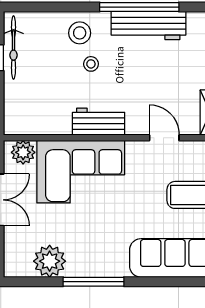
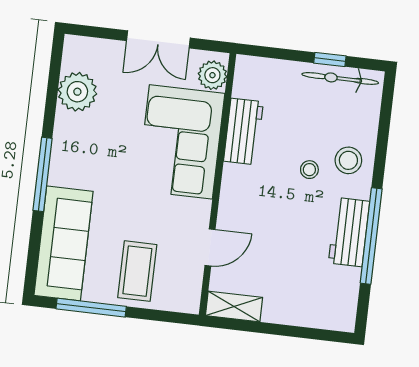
workbench: (148, 26) -> (349, 232), width x0.73
workbench: (99, 122) -> (243, 131), moved
window: (94, 282) -> (43, 174), moved

